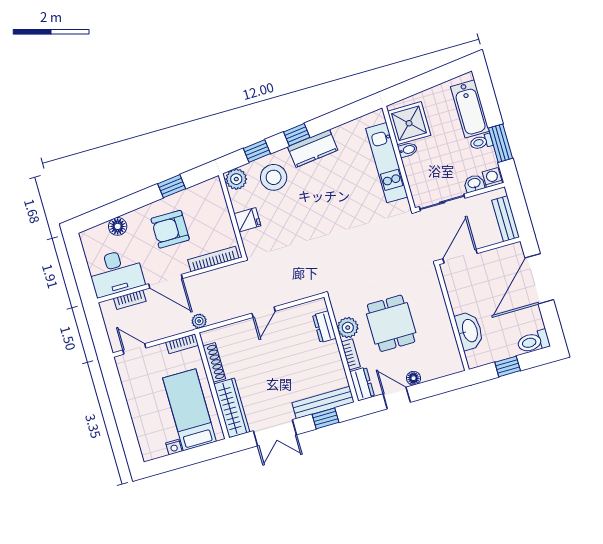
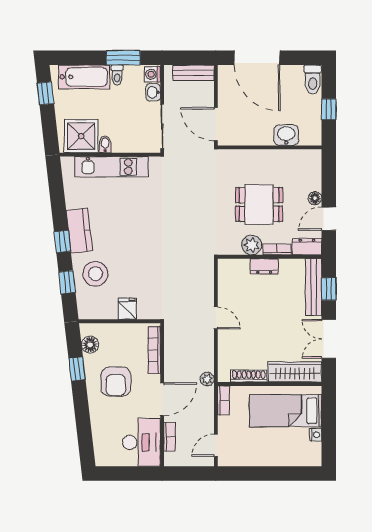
window: (442, 75) -> (45, 93), added
plant: (236, 179) -> (87, 308), removed
floor lamp: (118, 226) -> (90, 345), moved
dresser: (324, 327) -> (264, 266), moved
washbasin: (469, 331) -> (286, 135), width x0.72
double door: (275, 433) -> (329, 339), swing flipped

